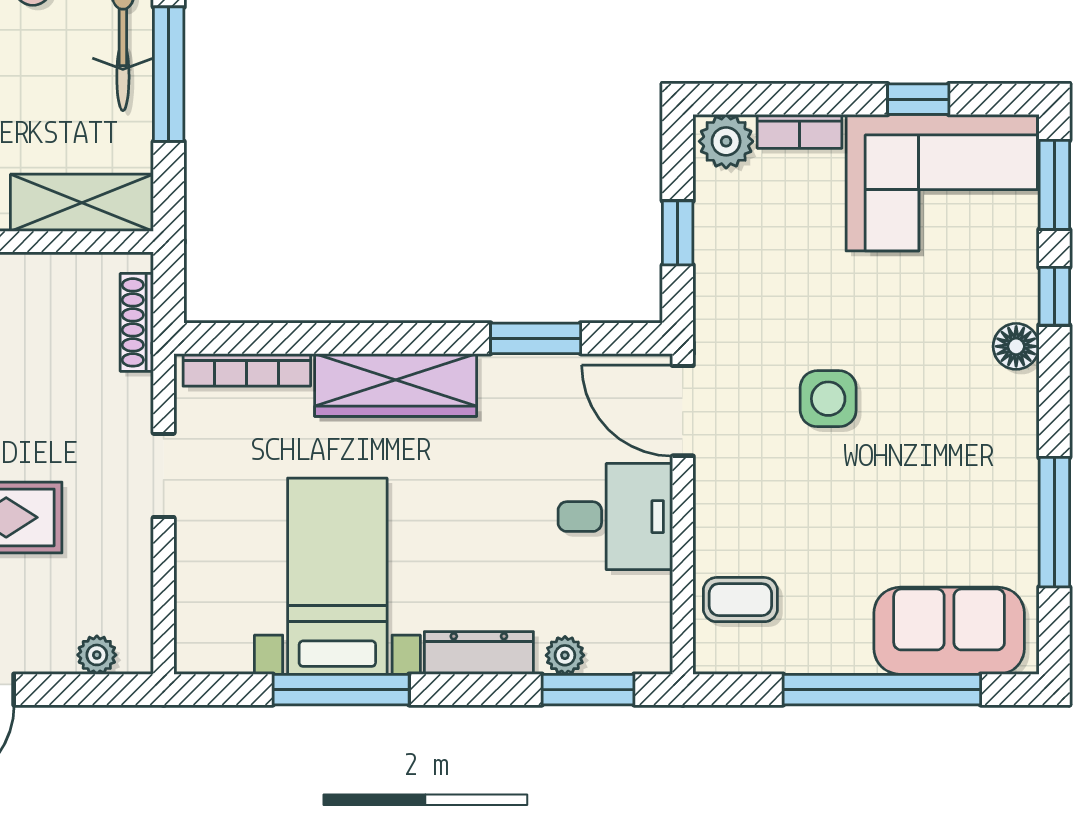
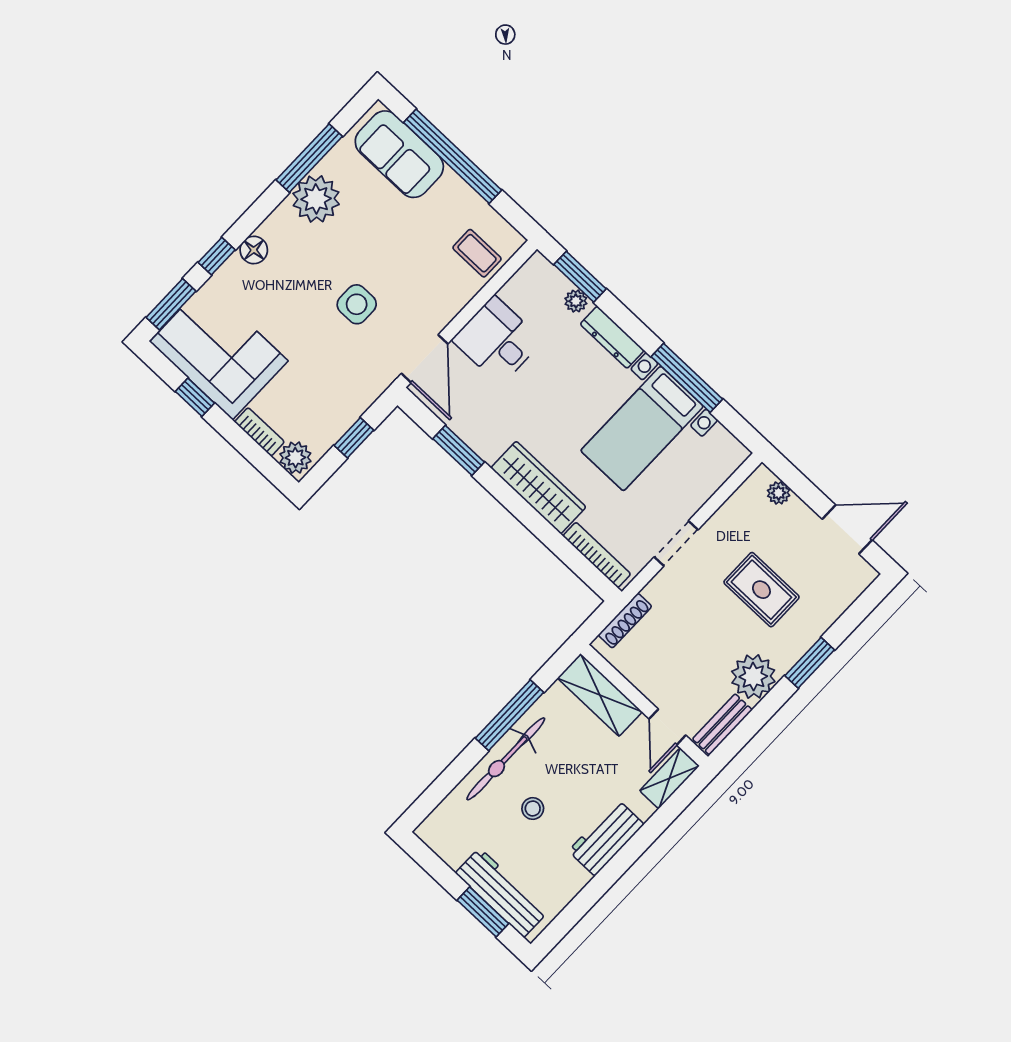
plant: (999, 480) -> (316, 199), added

